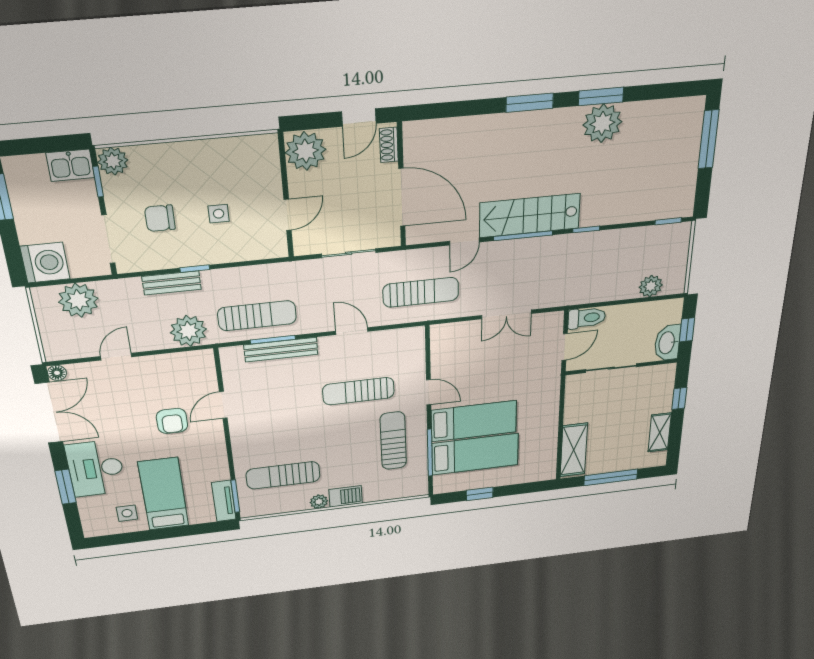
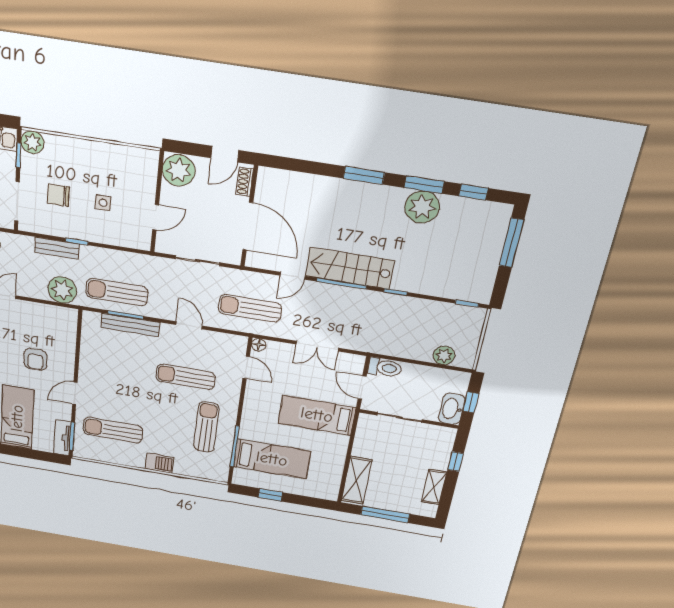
window: (658, 91) -> (473, 192), added
sun lounger: (421, 292) -> (250, 308), turned 180
sun lounger: (257, 316) -> (117, 292), turned 180
floor lamp: (438, 331) -> (259, 345), added
door: (565, 347) -> (362, 388), swing flipped
door: (429, 392) -> (246, 367), moved
door: (223, 405) -> (75, 393), moved
bed: (474, 421) -> (317, 415), moved, turned 180
plant: (319, 502) -> (137, 461), removed

